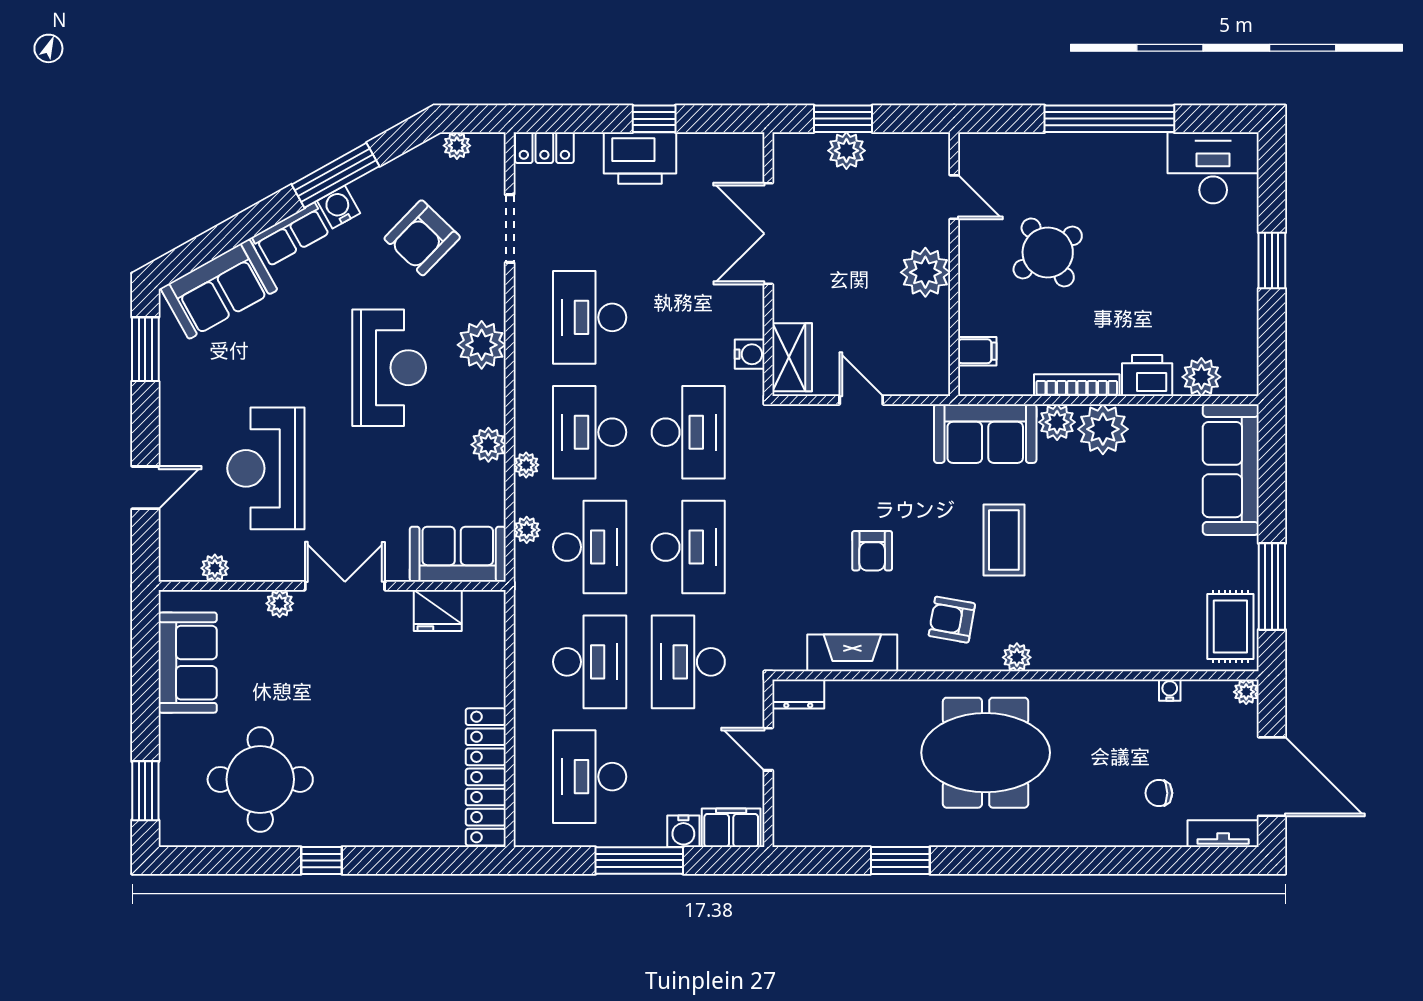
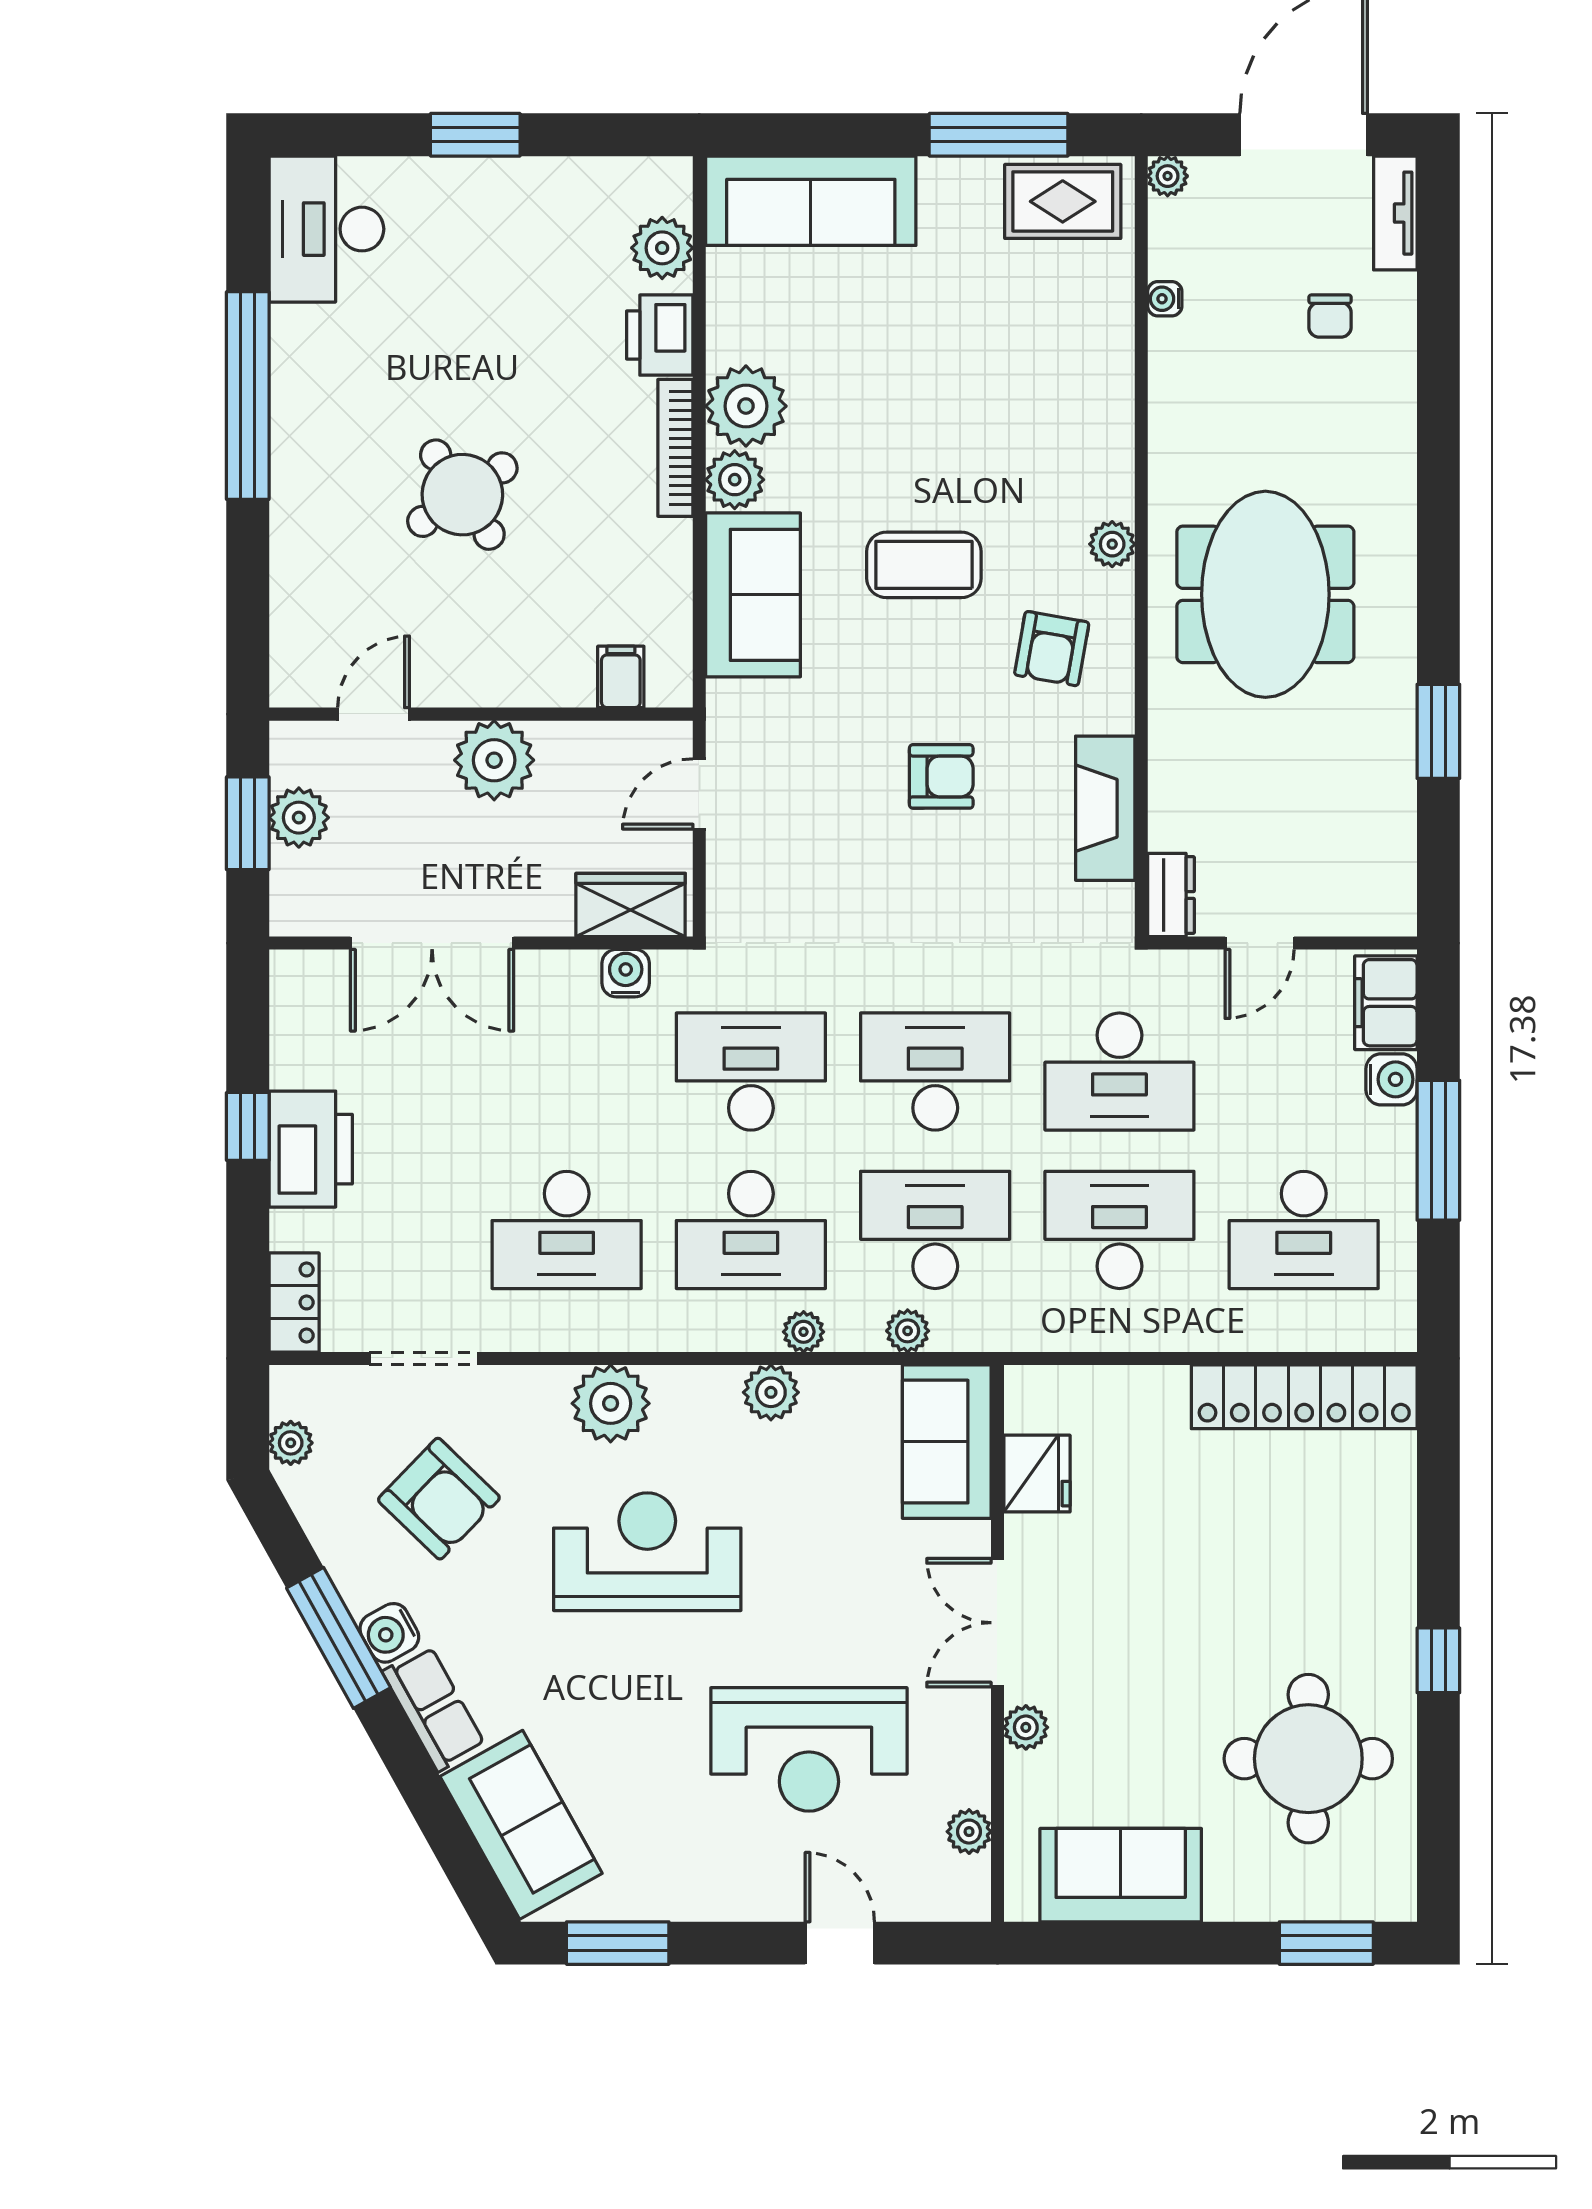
door: (954, 197) -> (374, 714), moved
wall: (954, 264) -> (481, 714), moved
plant: (925, 272) -> (494, 760), moved
filing cabinet: (977, 351) -> (621, 677), moved

